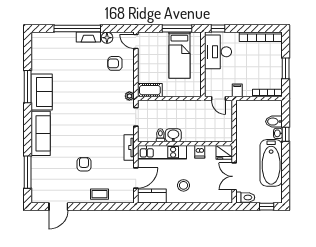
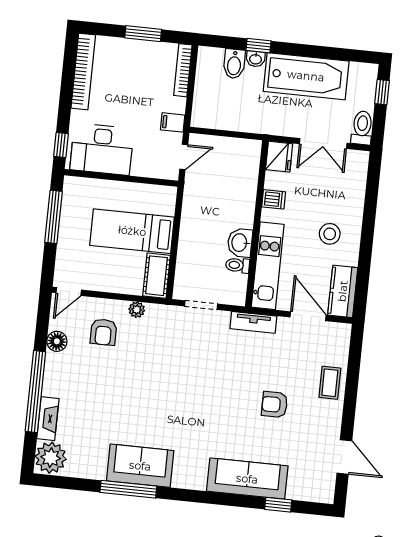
fireplace: (88, 37) -> (48, 419), moved
plant: (41, 41) -> (51, 458), added
bed: (179, 55) -> (132, 231), moved, turned 180
plant: (129, 96) -> (137, 310), moved
sofa: (41, 133) -> (247, 479), moved
window: (28, 172) -> (278, 505), width x0.46

